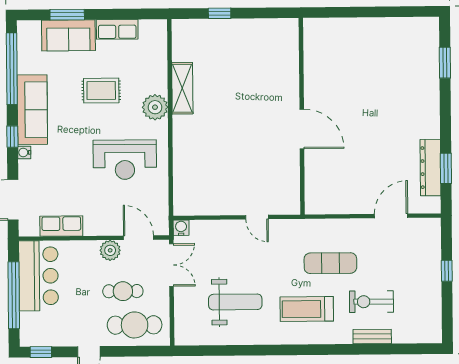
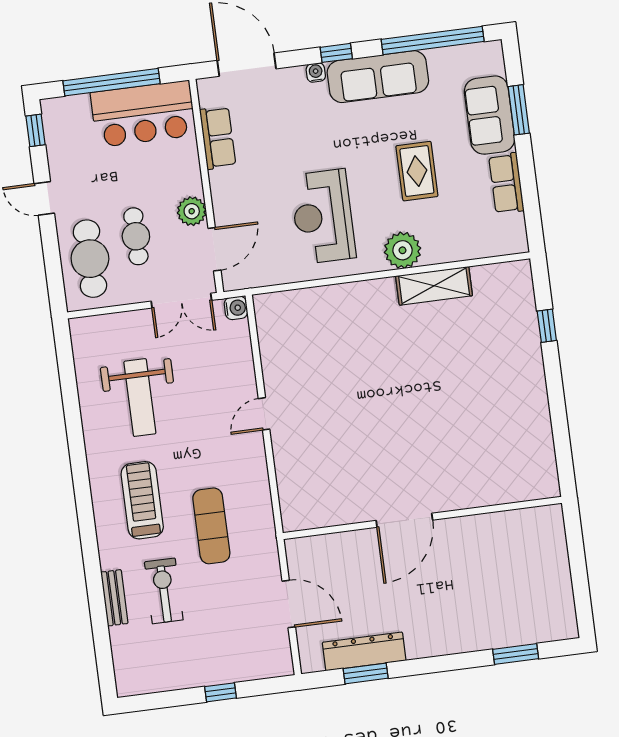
wall: (302, 116) -> (422, 518), moved
door: (302, 129) -> (404, 520), moved

